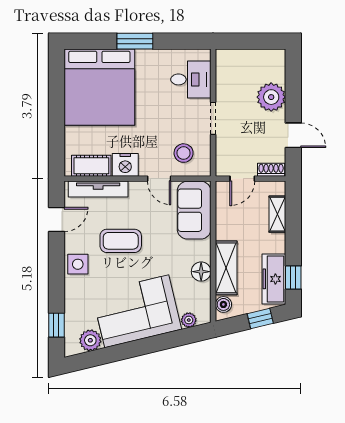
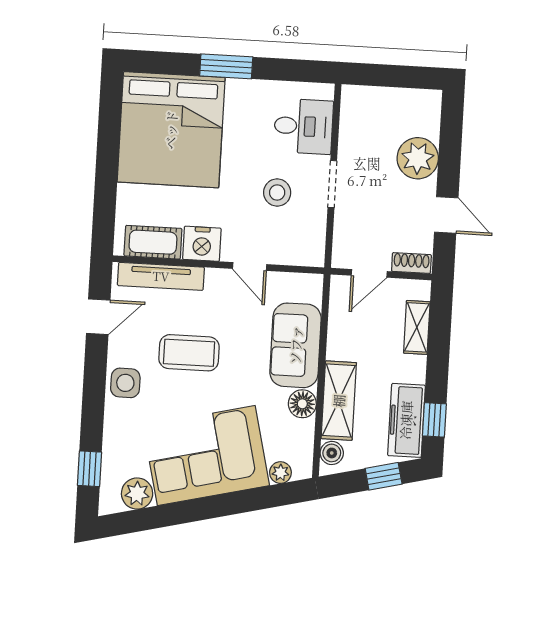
stool: (184, 153) -> (277, 192), moved
sofa: (194, 210) -> (296, 345), moved

